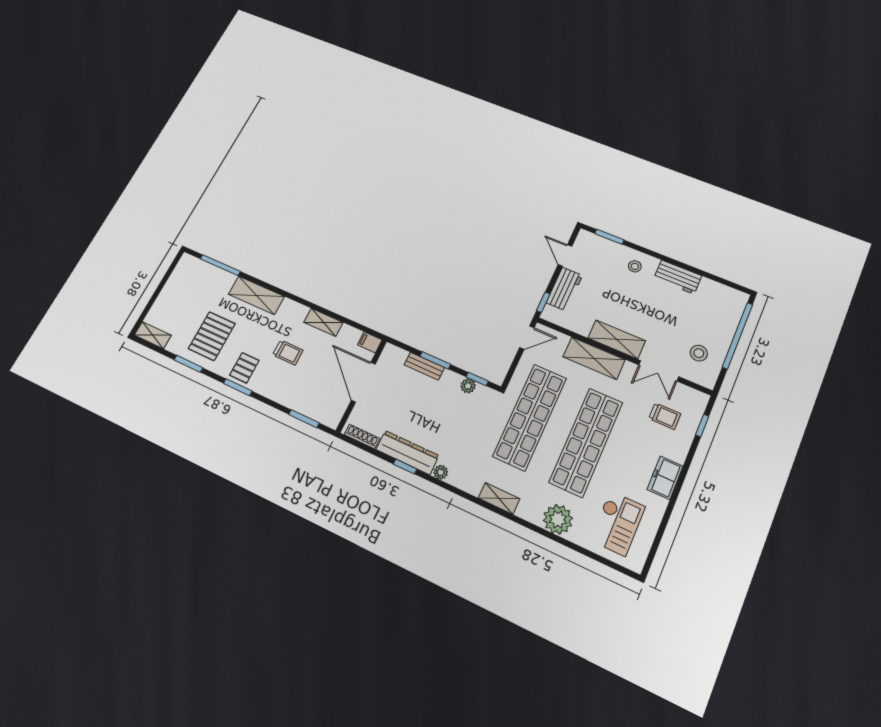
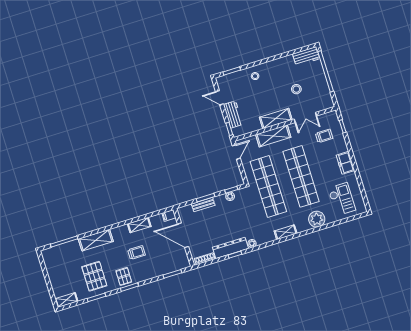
workbench: (678, 277) -> (306, 56), moved
stool: (699, 353) -> (296, 89), moved

